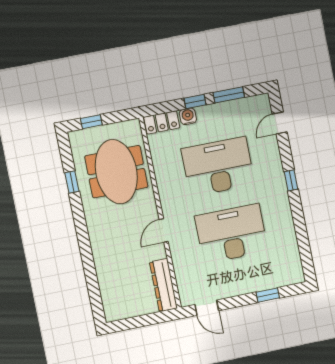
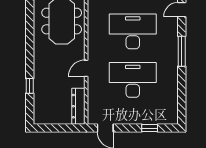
window: (291, 180) -> (182, 51), width x2.17
window: (72, 182) -> (30, 86), moved

